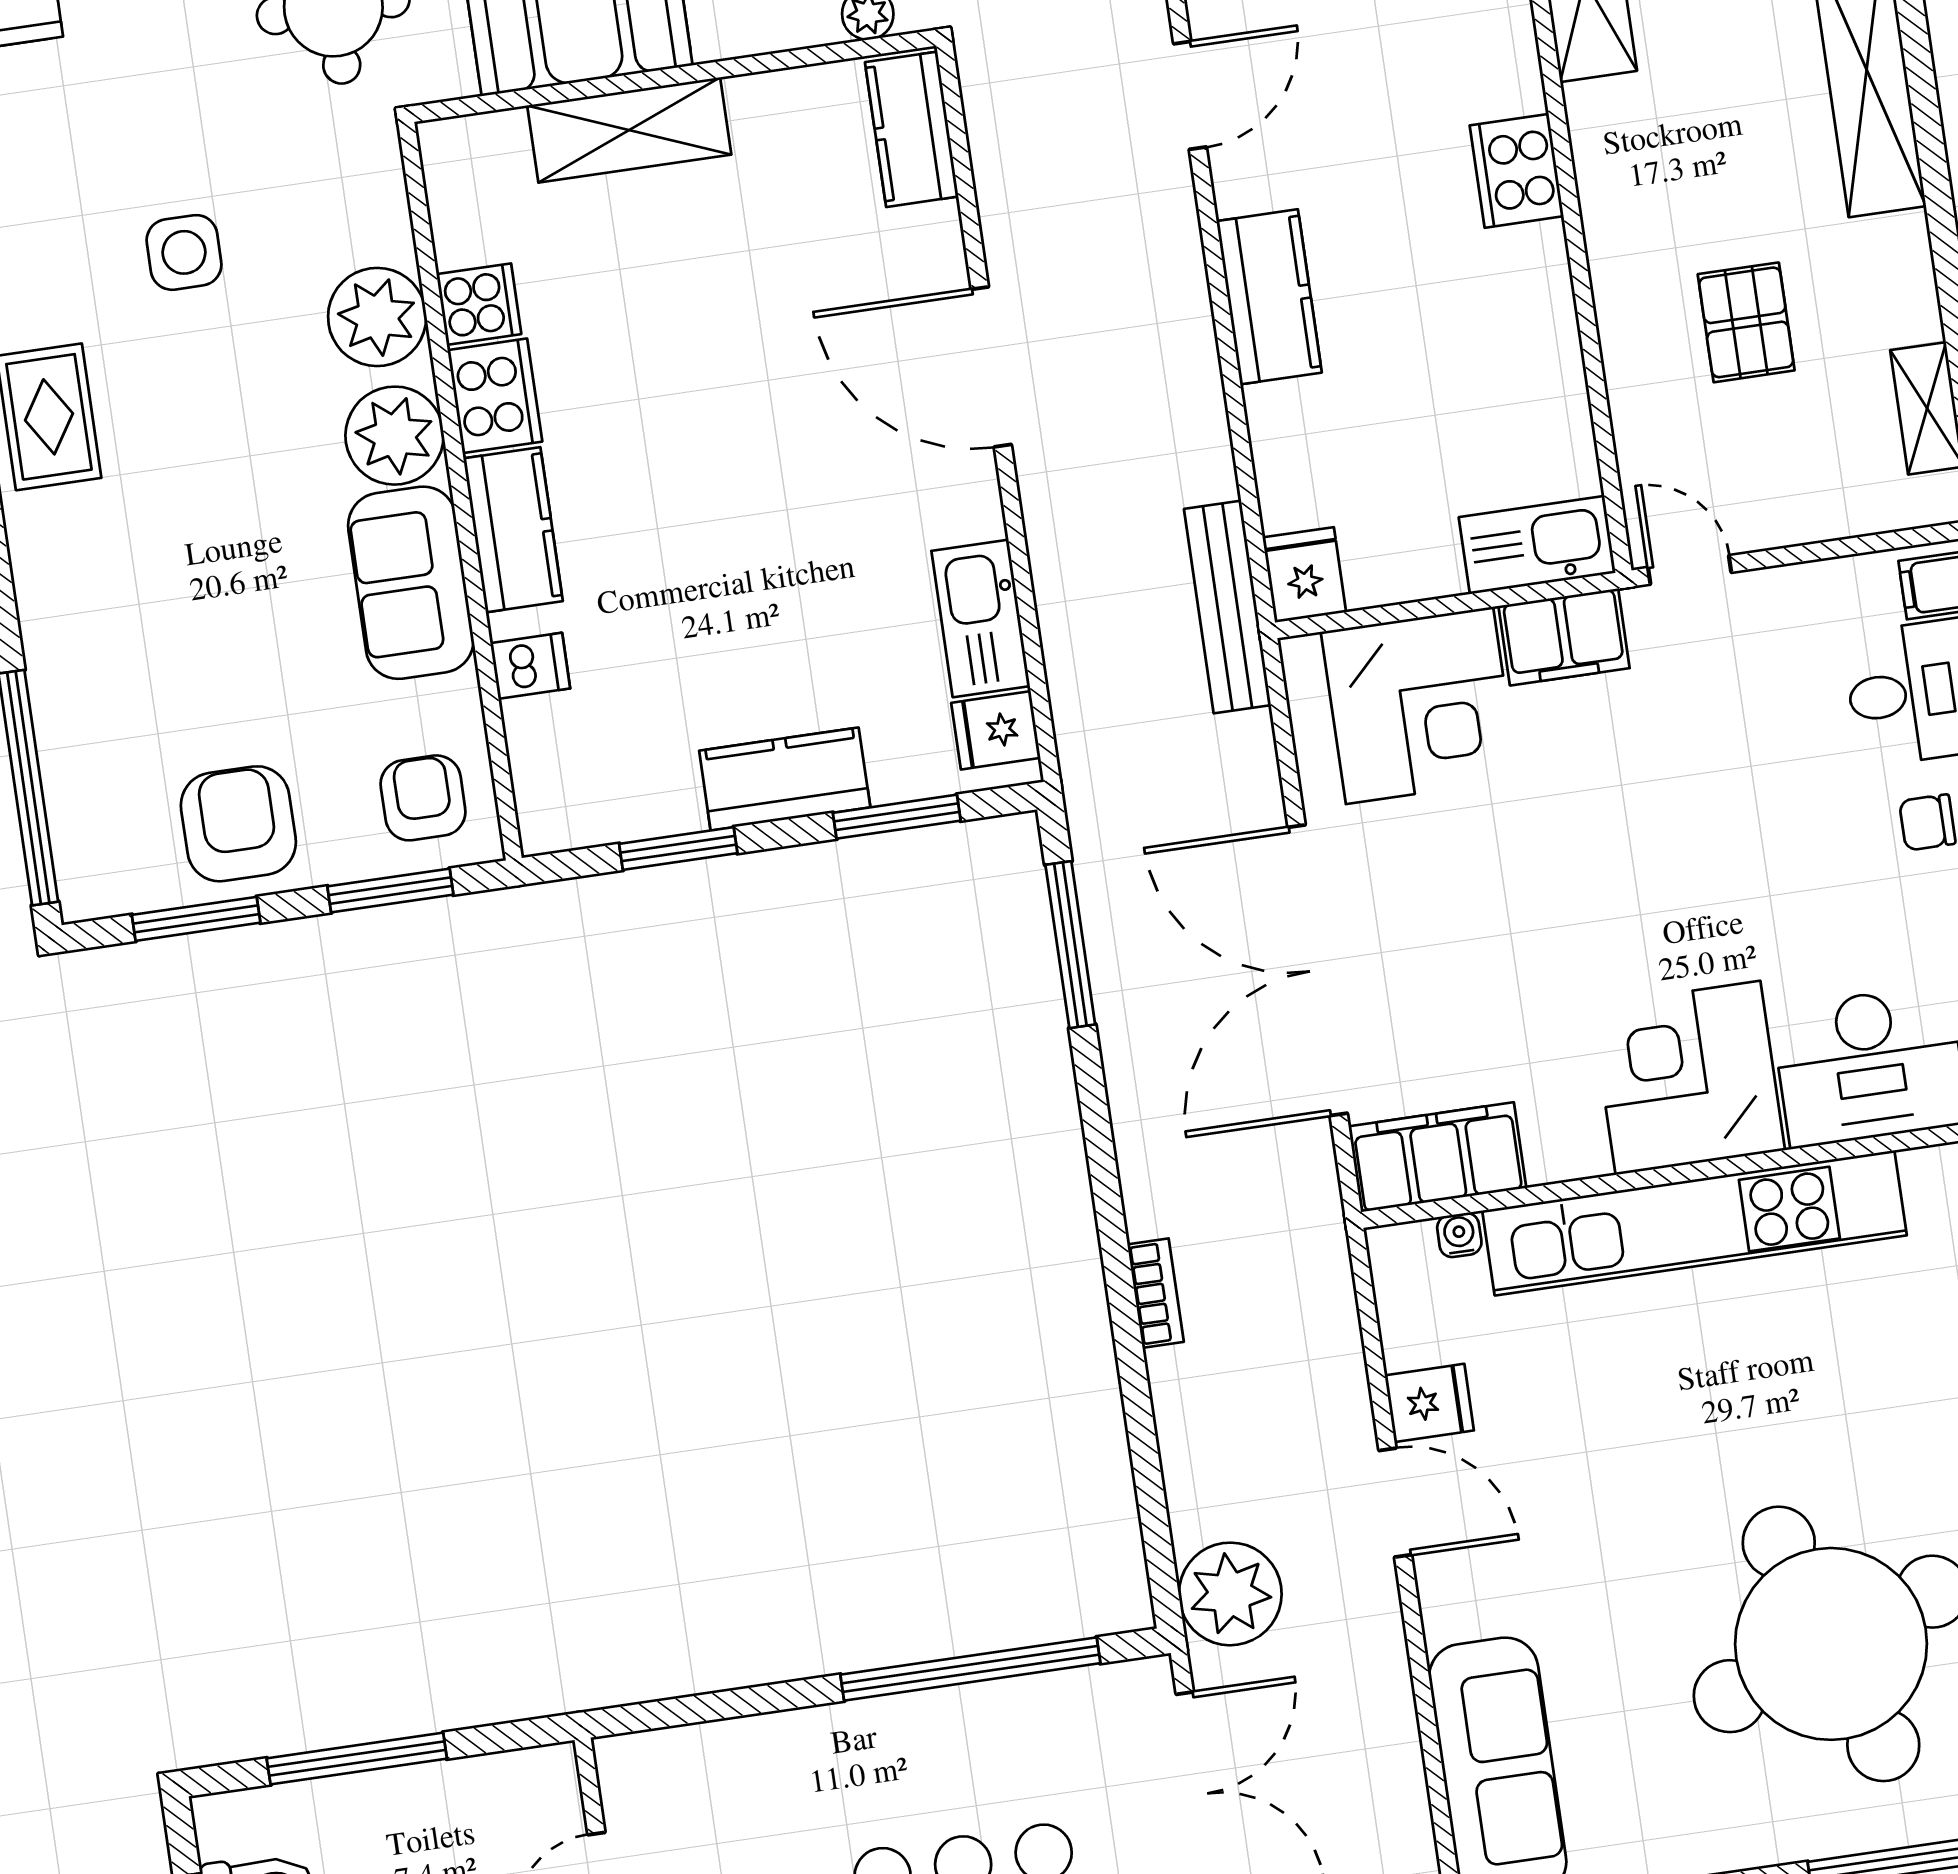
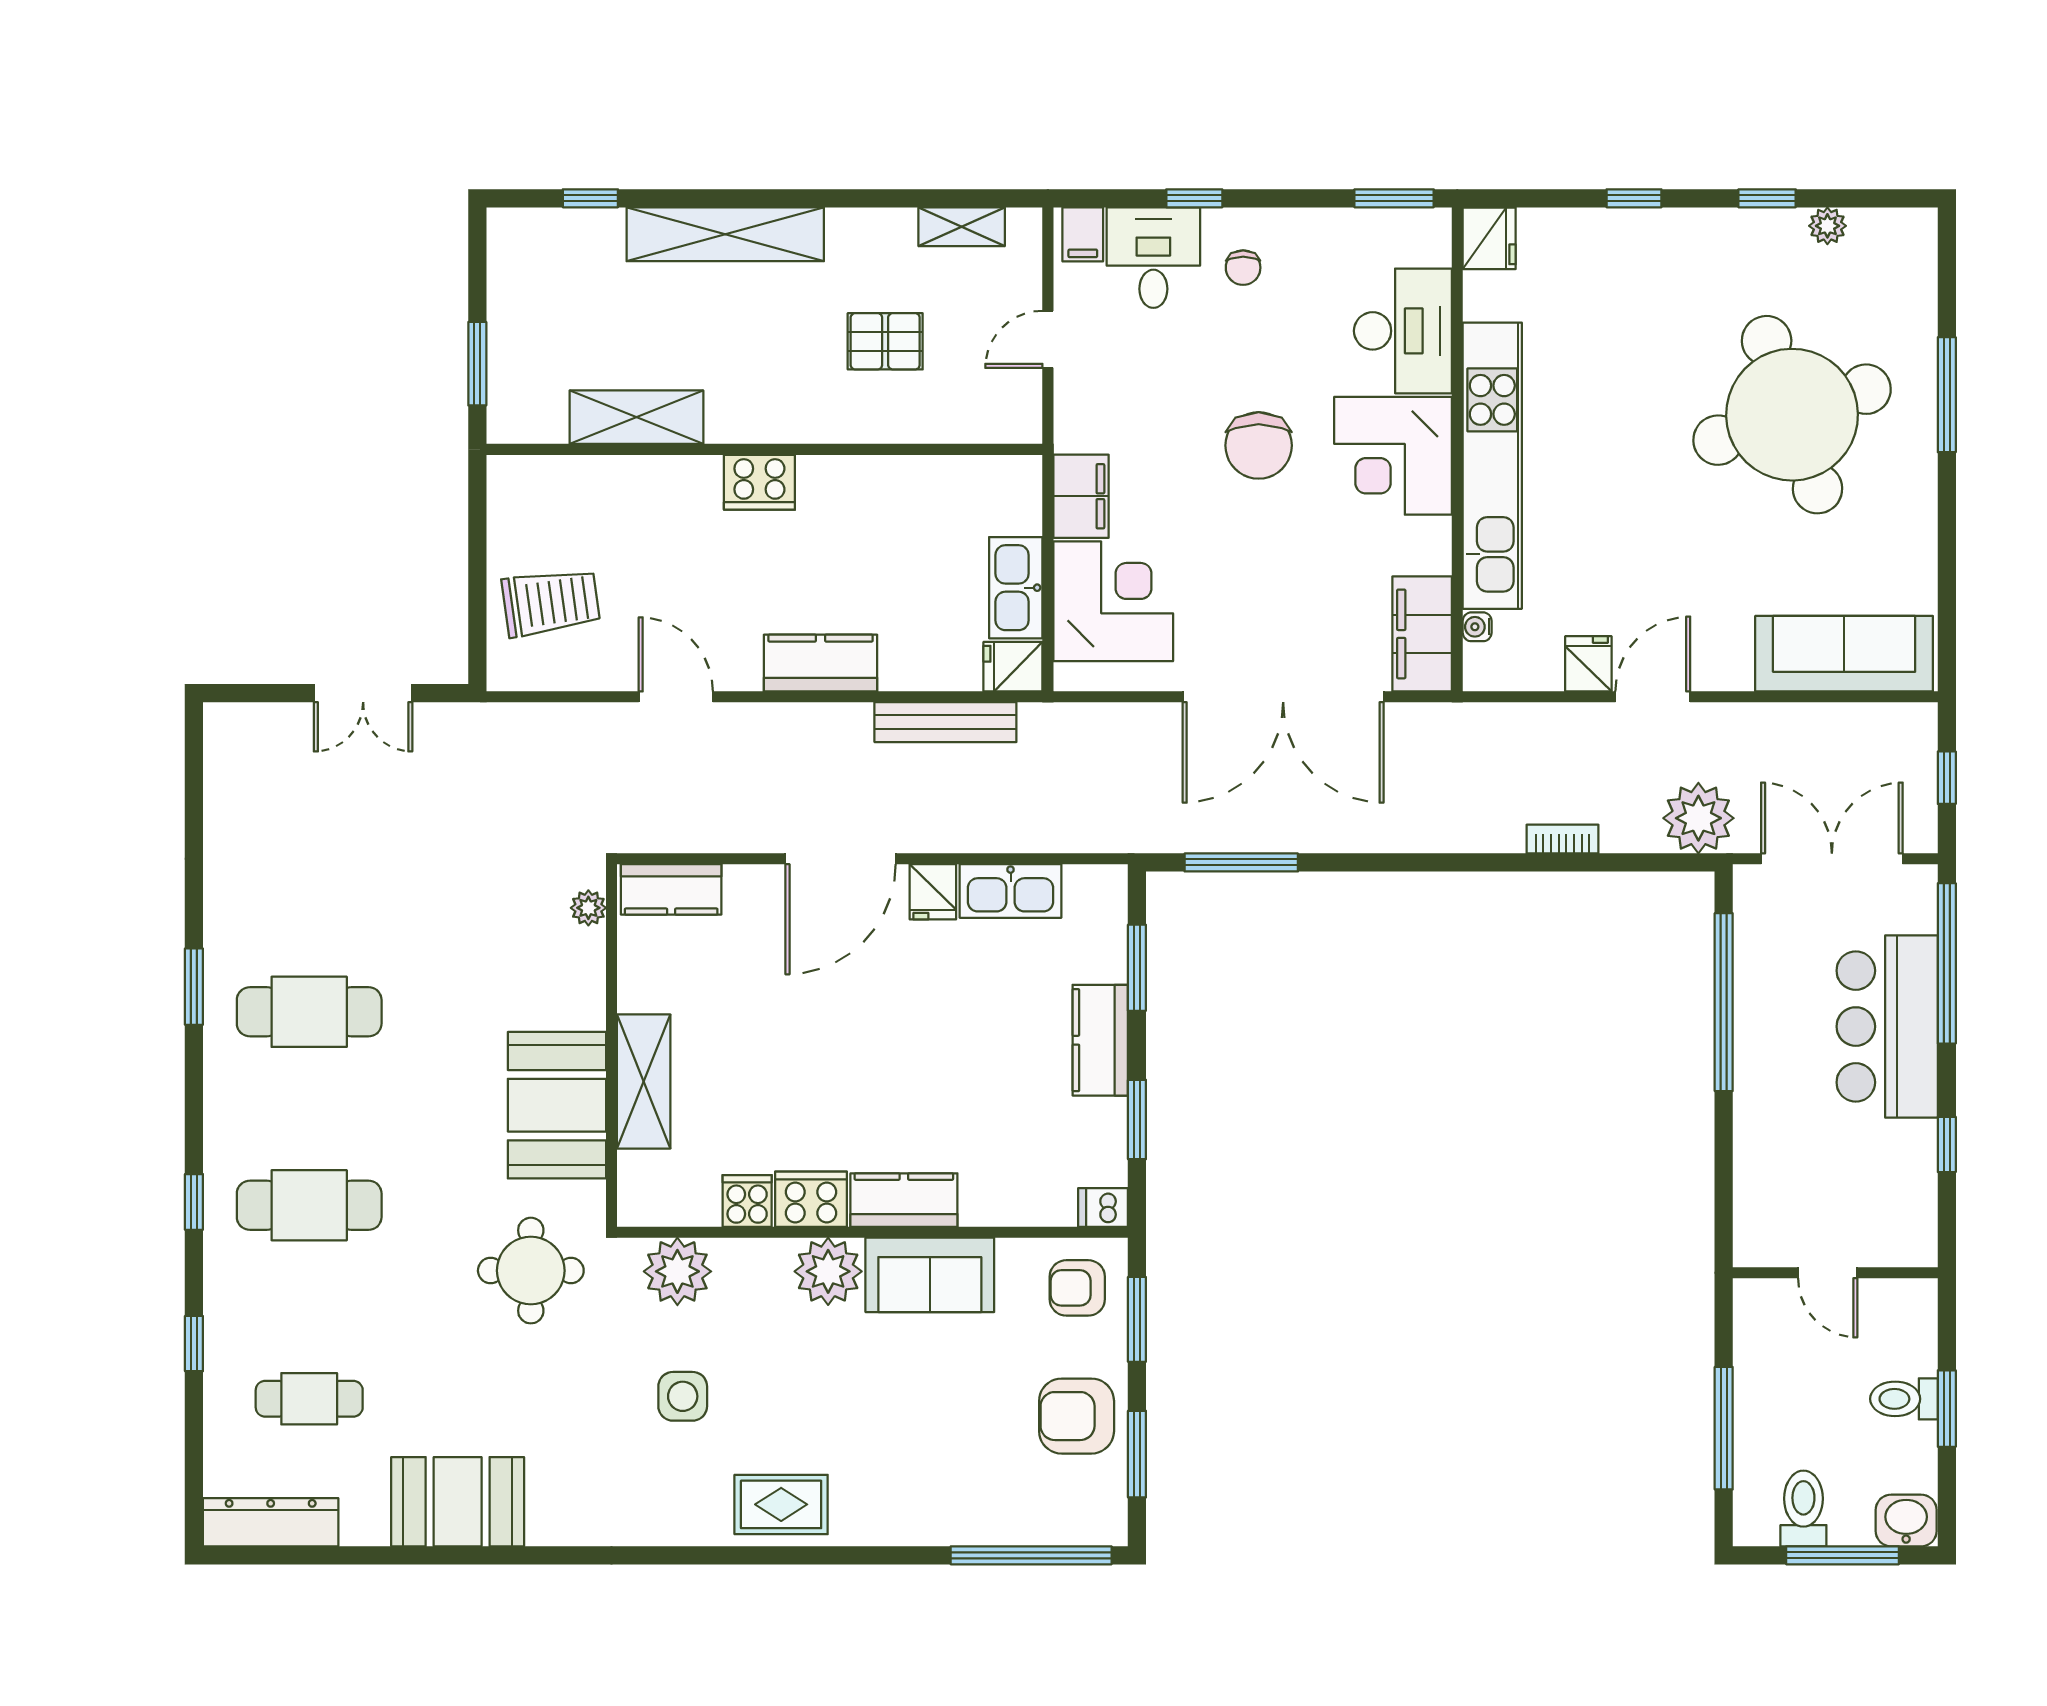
plant: (377, 317) -> (677, 1271), moved
kitchen sink: (1537, 545) -> (1016, 588), moved
door: (1690, 570) -> (1048, 339), moved
bench: (1227, 607) -> (945, 722), moved
dishwasher: (530, 666) -> (1103, 1208), moved, turned -90
fridge: (996, 730) -> (933, 892), moved
chair: (1675, 882) -> (1259, 445), added
bookcase: (1156, 1293) -> (1563, 839), moved

